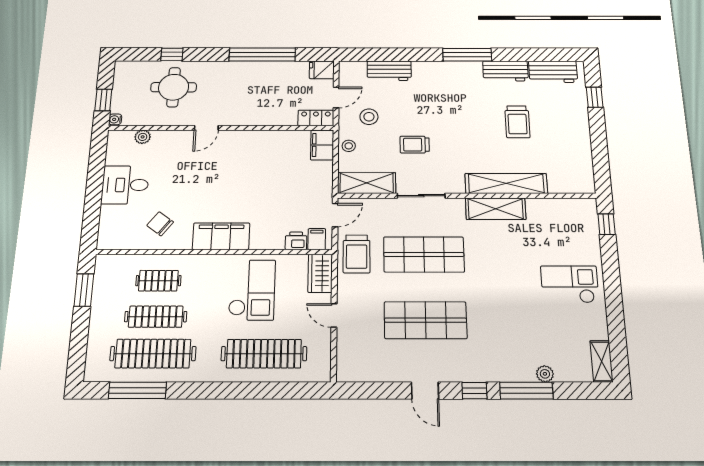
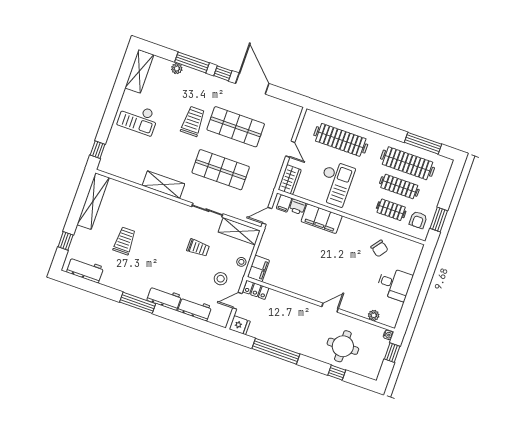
workbench: (505, 71) -> (164, 298), moved
shelving: (506, 183) -> (93, 201), moved, turned 90
filing cabinet: (221, 236) -> (322, 219), moved
trolley: (357, 254) -> (193, 121), moved
armchair: (114, 280) -> (418, 220), added
checkout: (252, 290) -> (335, 183), turned 180
shelving: (602, 361) -> (139, 71), width x1.50, depth x1.33
door: (425, 391) -> (252, 84), width x1.88

